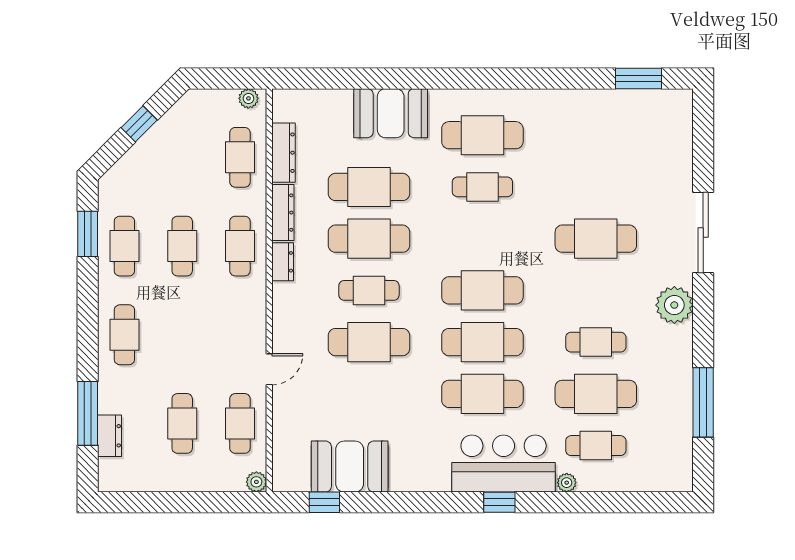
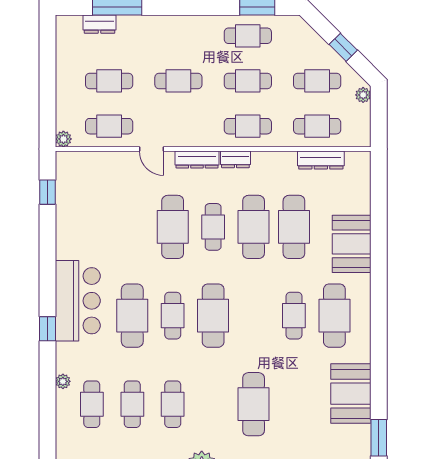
plant: (248, 98) -> (363, 95), moved
cafe table: (182, 157) -> (317, 81), added
dresser: (283, 213) -> (197, 160), moved
cafe table: (124, 335) -> (178, 81), moved
cafe table: (482, 342) -> (173, 316), width x0.73, depth x0.74
cafe table: (596, 394) -> (132, 404), width x0.73, depth x0.74
bar counter: (504, 464) -> (78, 301), moved
booth: (350, 467) -> (351, 394), moved

